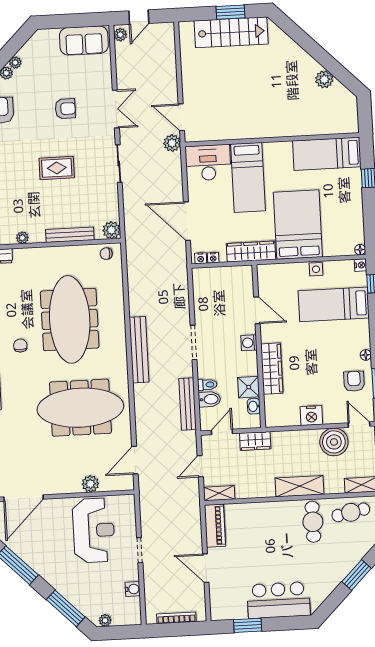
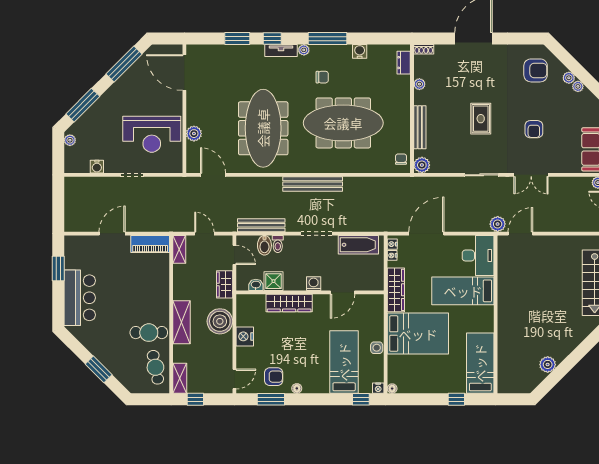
bathtub: (203, 296) -> (358, 245), added
boiler: (334, 442) -> (220, 321), moved
bookcase: (176, 618) -> (69, 205), removed

